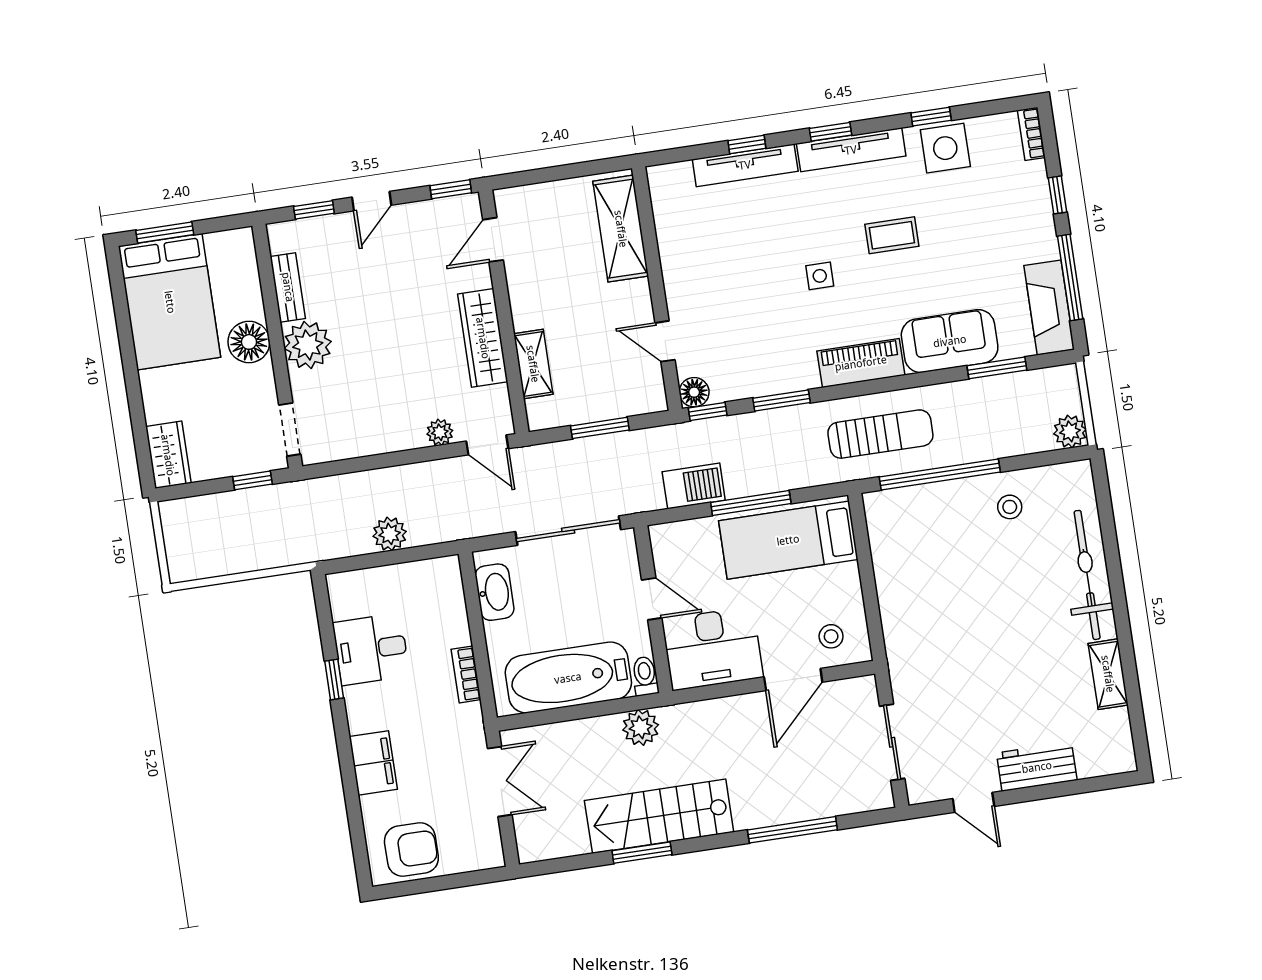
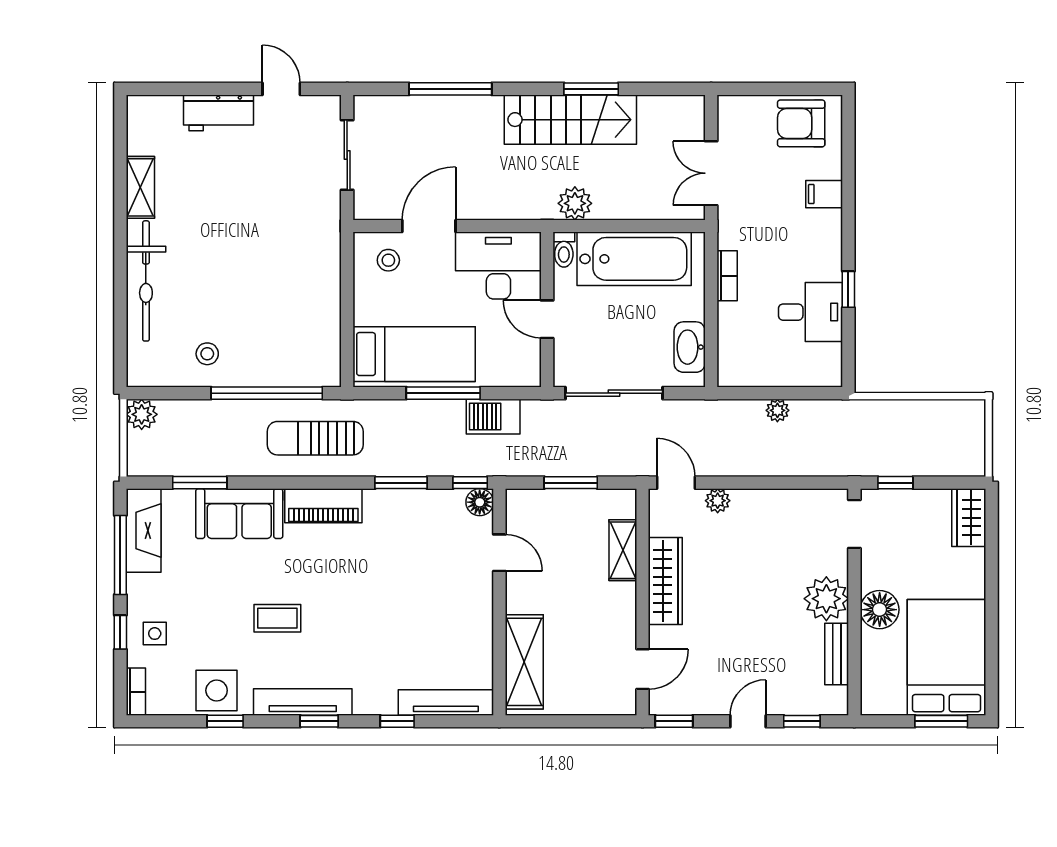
tv unit: (745, 165) -> (446, 702), moved
side table: (820, 276) -> (155, 634), moved
plant: (390, 534) -> (777, 410), width x0.73, depth x0.73
filing cabinet: (373, 763) -> (824, 194), width x0.50

